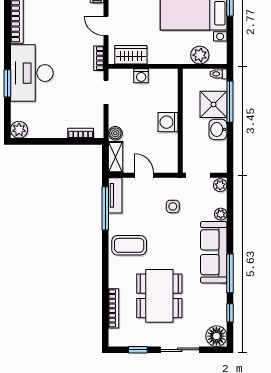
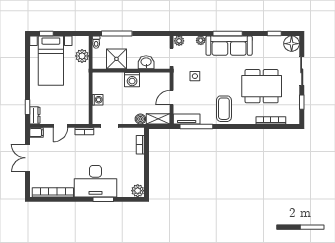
wardrobe: (131, 55) -> (82, 107), removed
shower: (214, 104) -> (116, 59), moved
washbasin: (218, 129) -> (146, 62), moved, turned 180
window: (230, 273) -> (228, 33), moved

